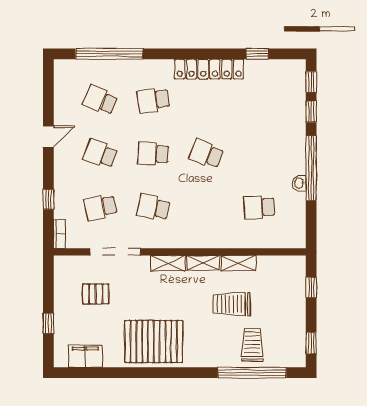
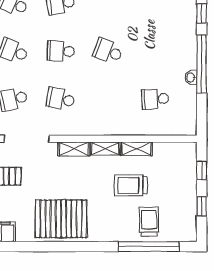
window: (311, 343) -> (202, 206), moved

